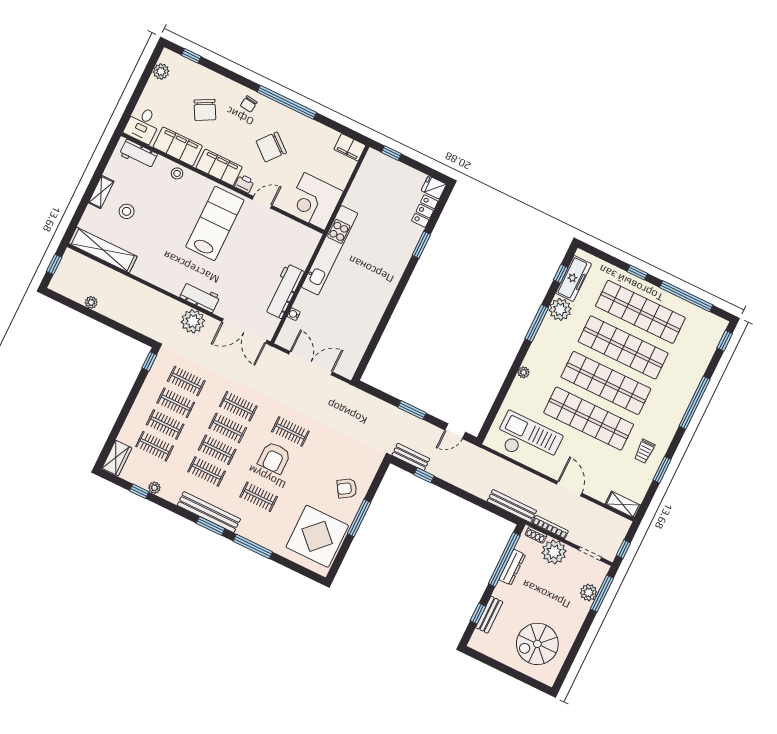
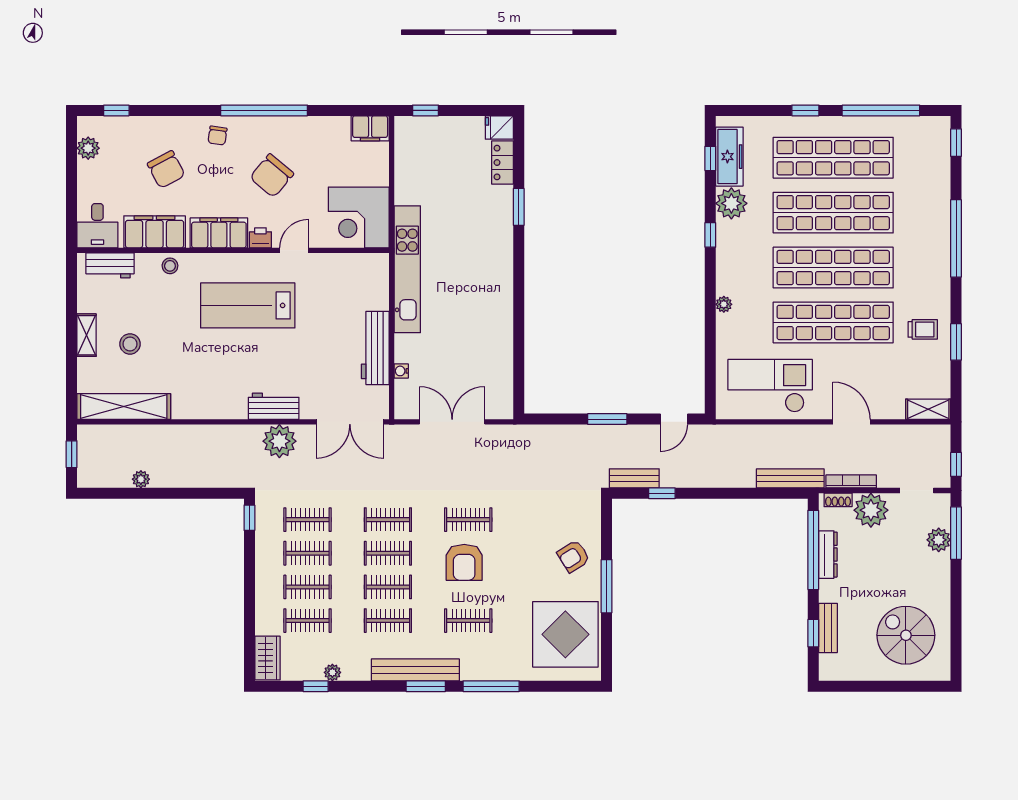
lab bench: (215, 223) -> (248, 305), turned -90
window: (537, 323) -> (710, 235), width x0.46
trolley: (644, 451) -> (923, 329), turned -90
spiral stairs: (537, 644) -> (906, 635), turned 90

